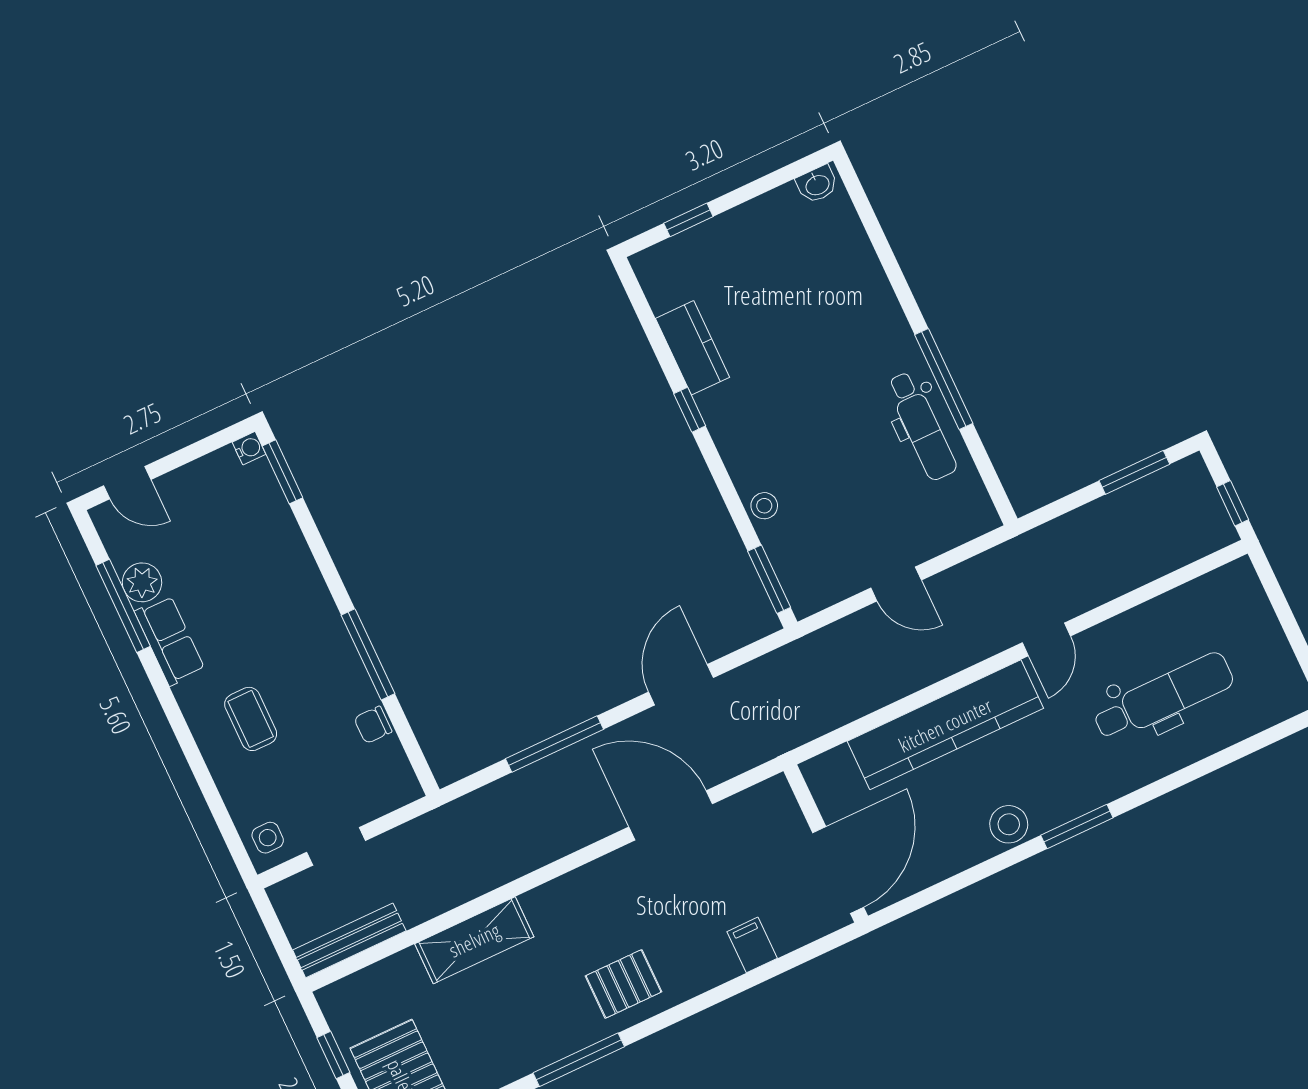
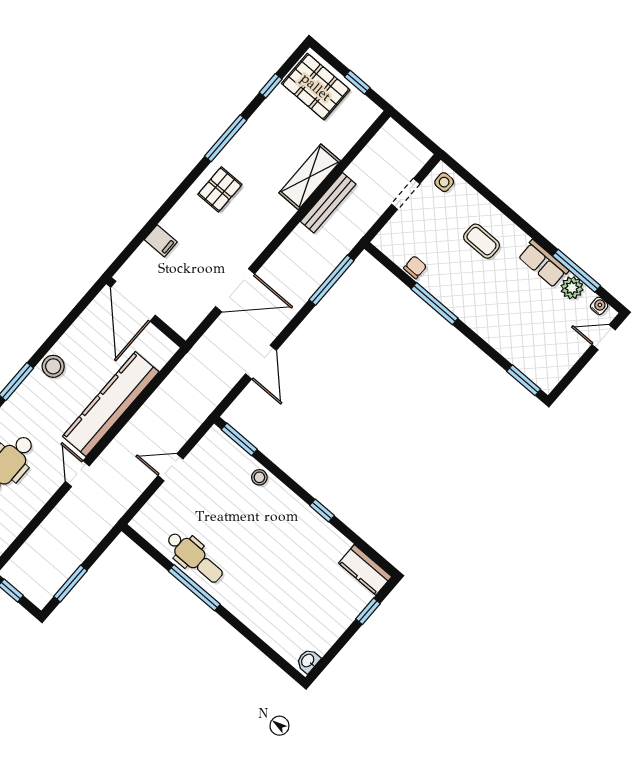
kitchen counter: (692, 348) -> (365, 570), moved
dental chair: (922, 426) -> (195, 557), turned 180
water cooler: (249, 448) -> (599, 306), moved, turned 180
window: (554, 744) -> (331, 280), moved
bench: (349, 940) -> (328, 203), moved

